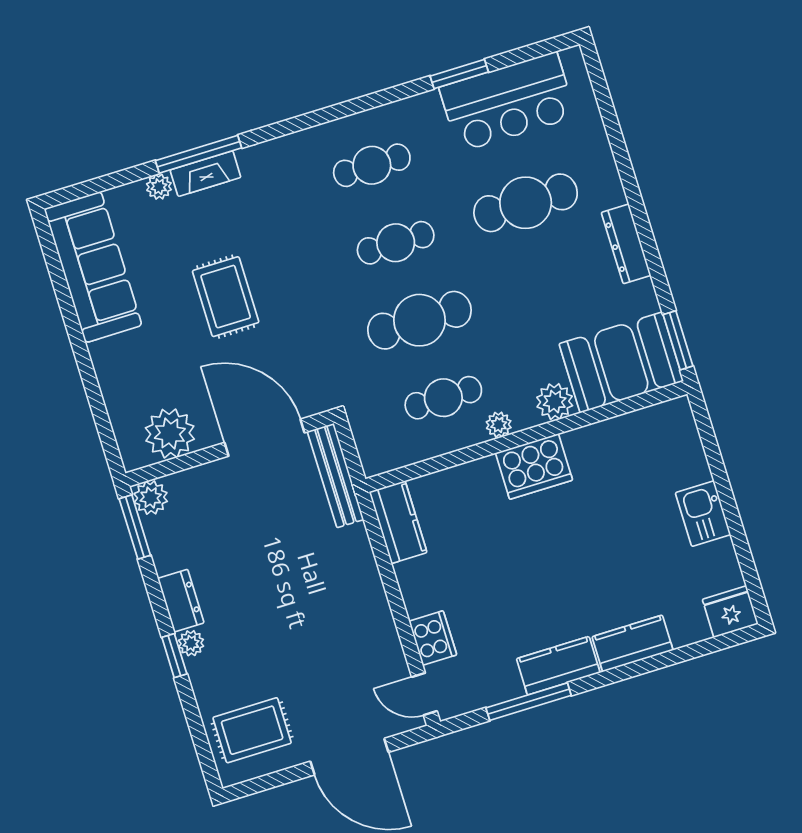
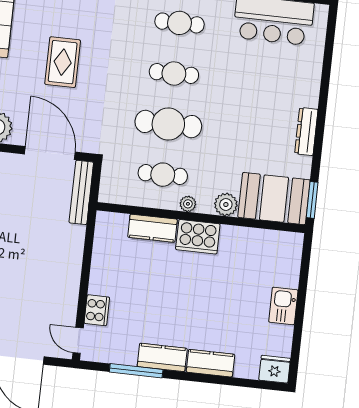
cafe table: (526, 203) -> (259, 83), removed
kitchen counter: (398, 522) -> (153, 228), moved, turned 90

